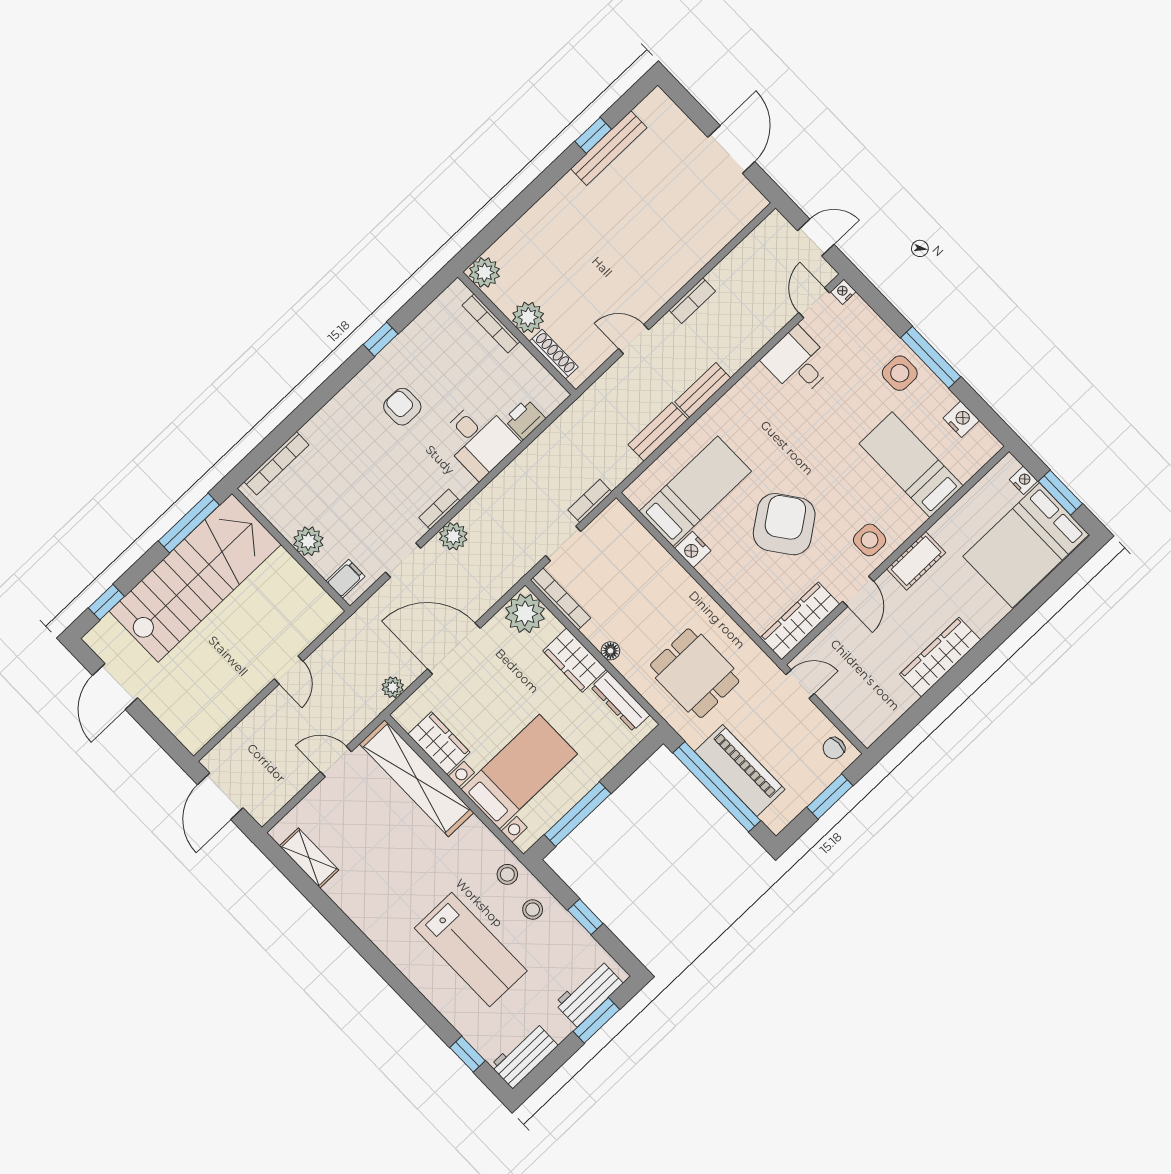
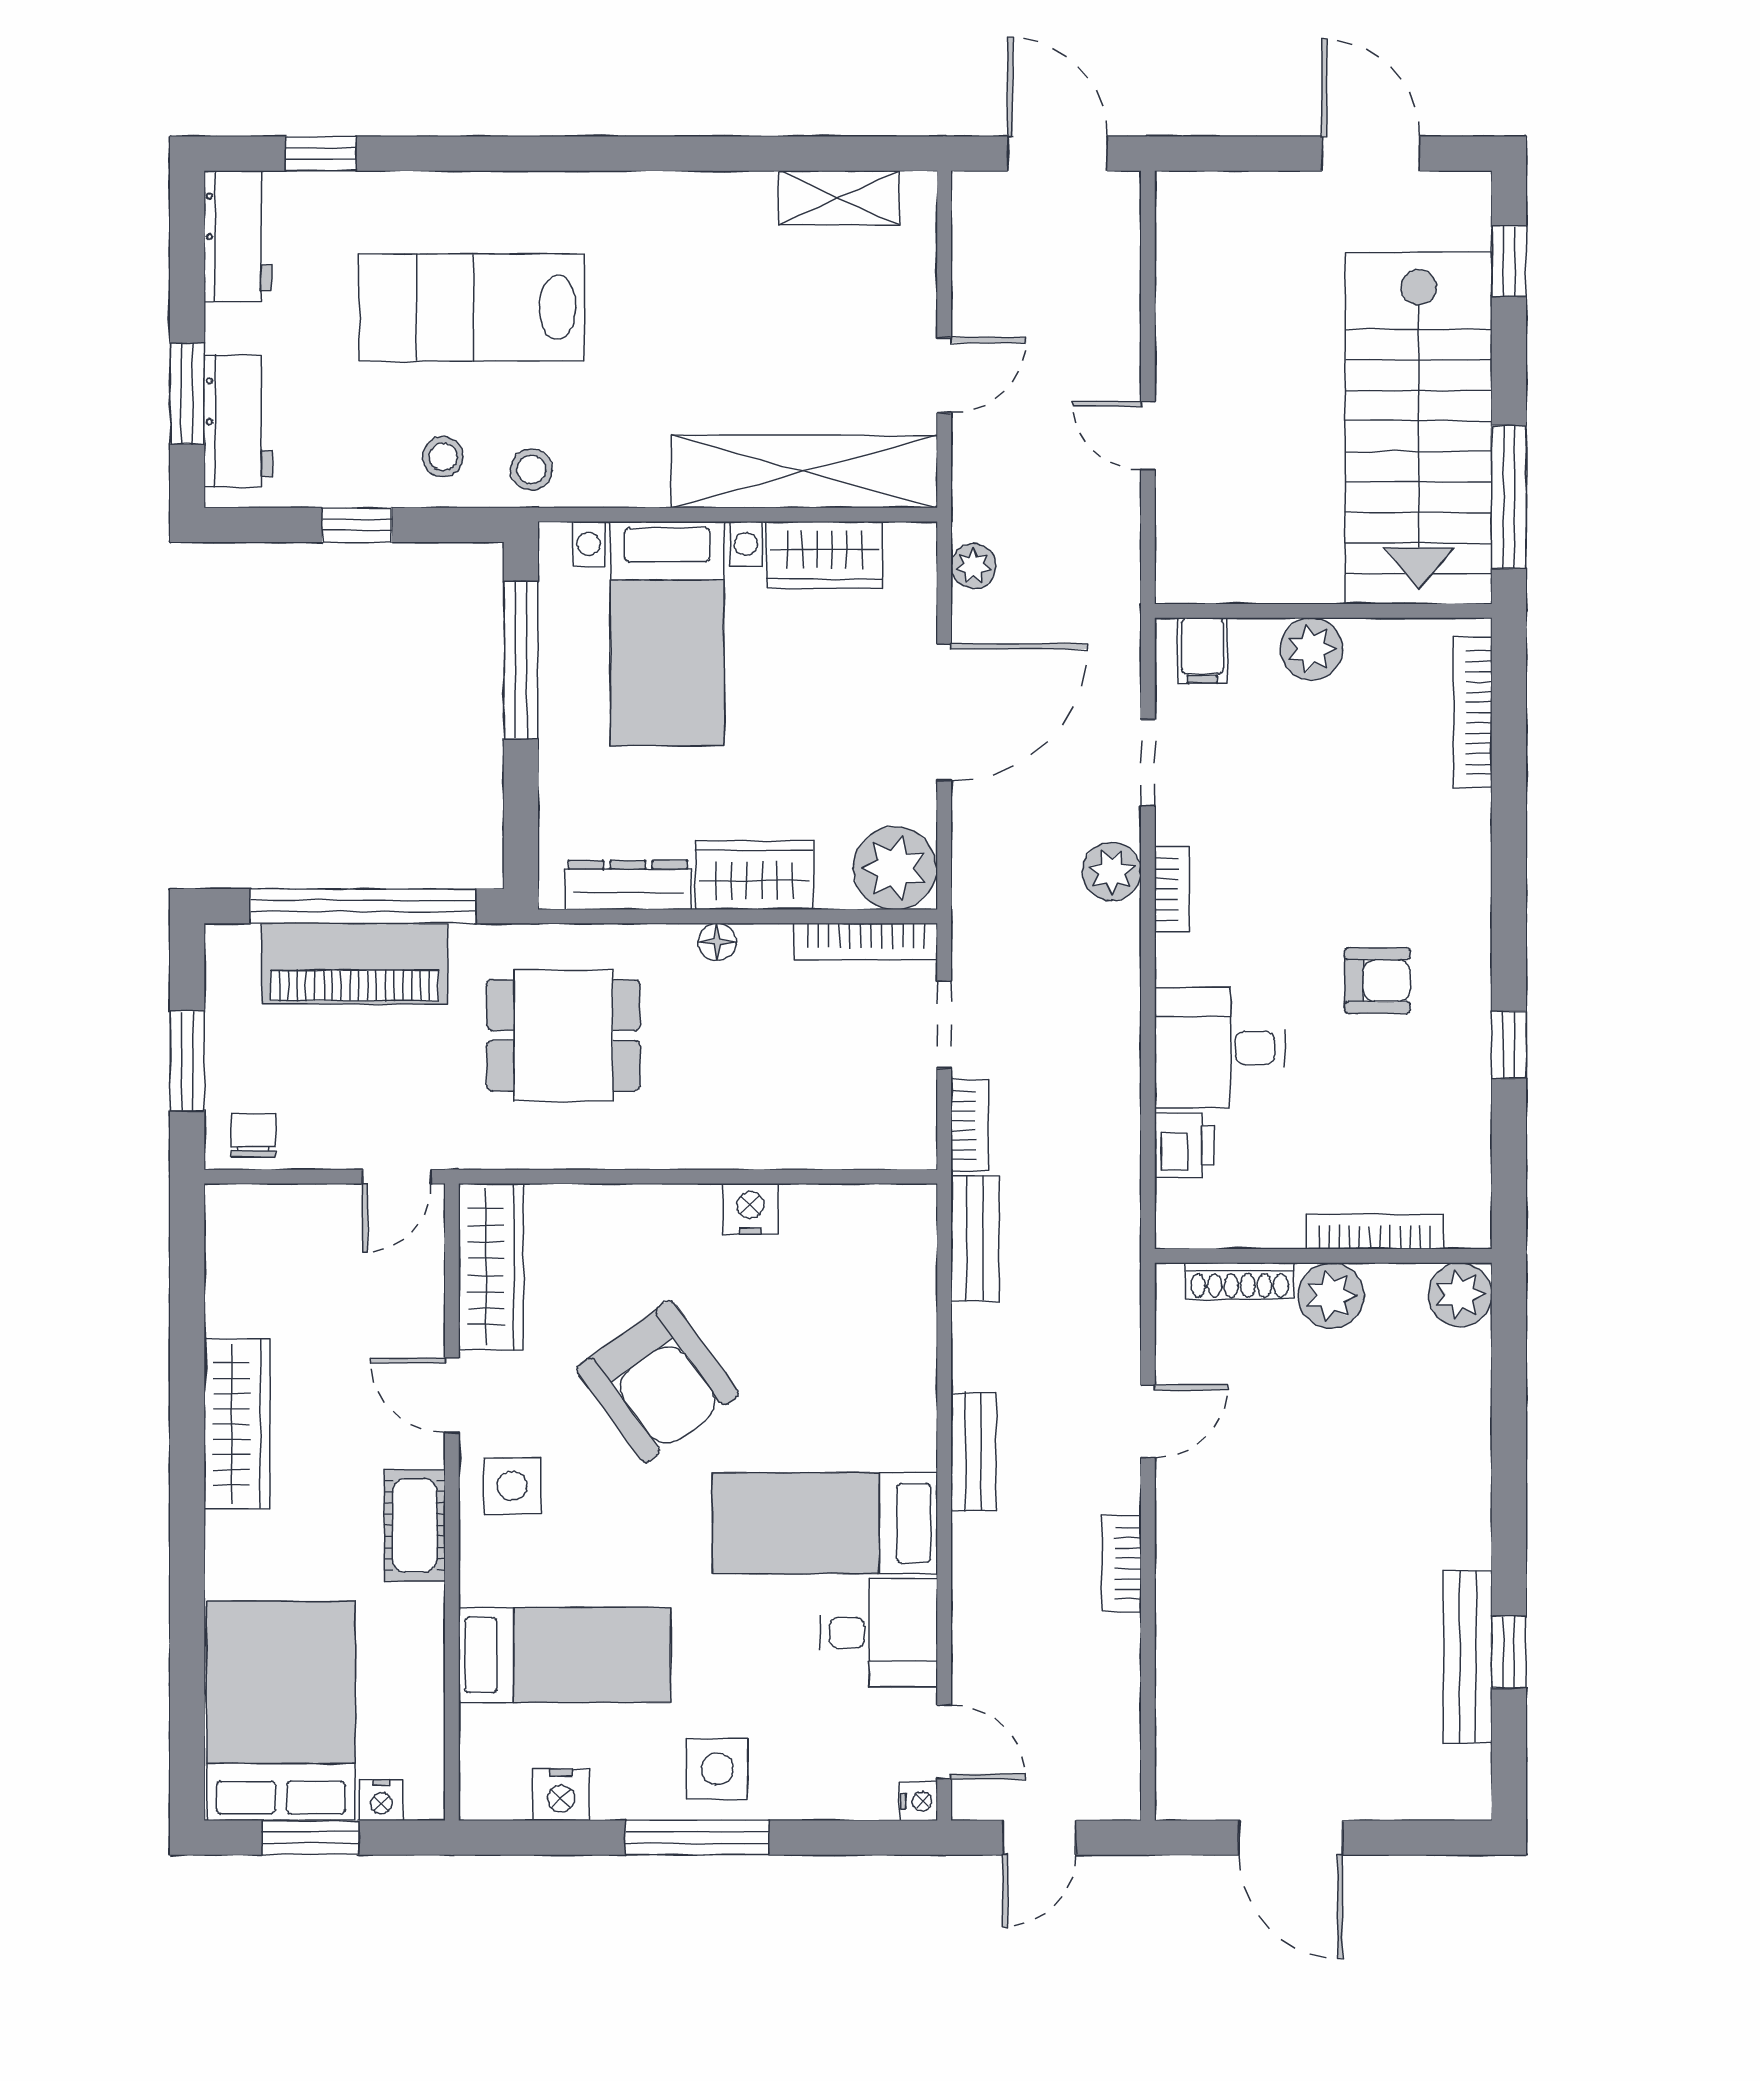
bench: (658, 432) -> (975, 1239), moved
bed: (695, 491) -> (825, 1523), moved, turned 90

